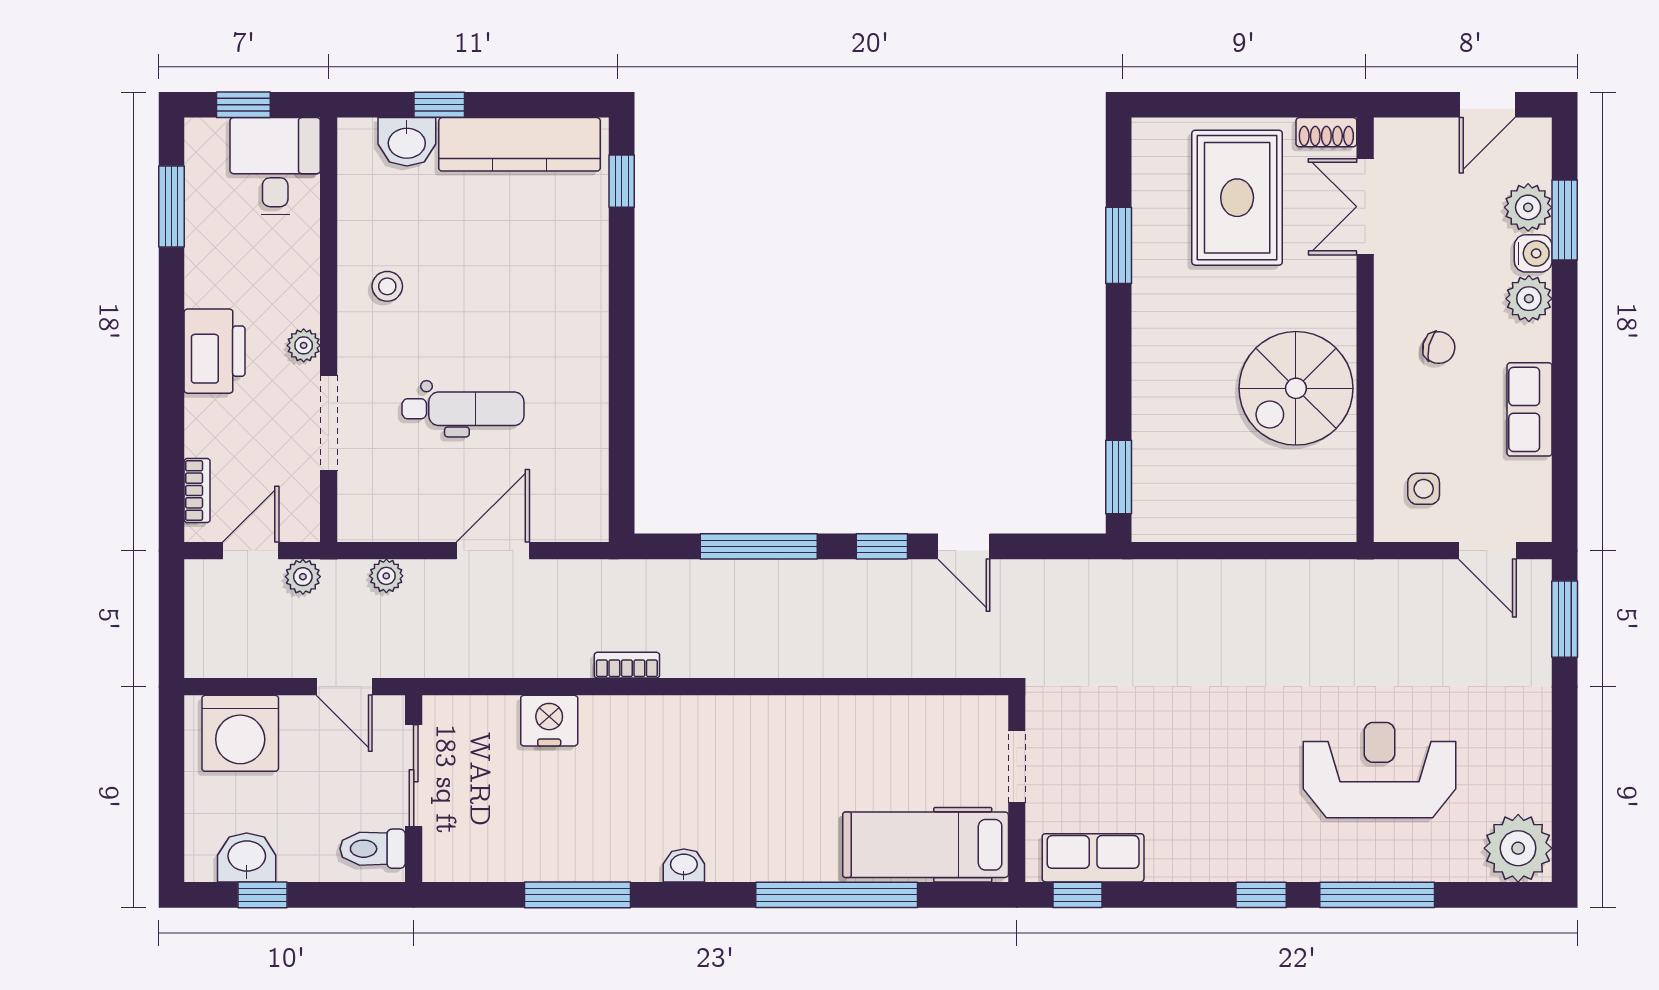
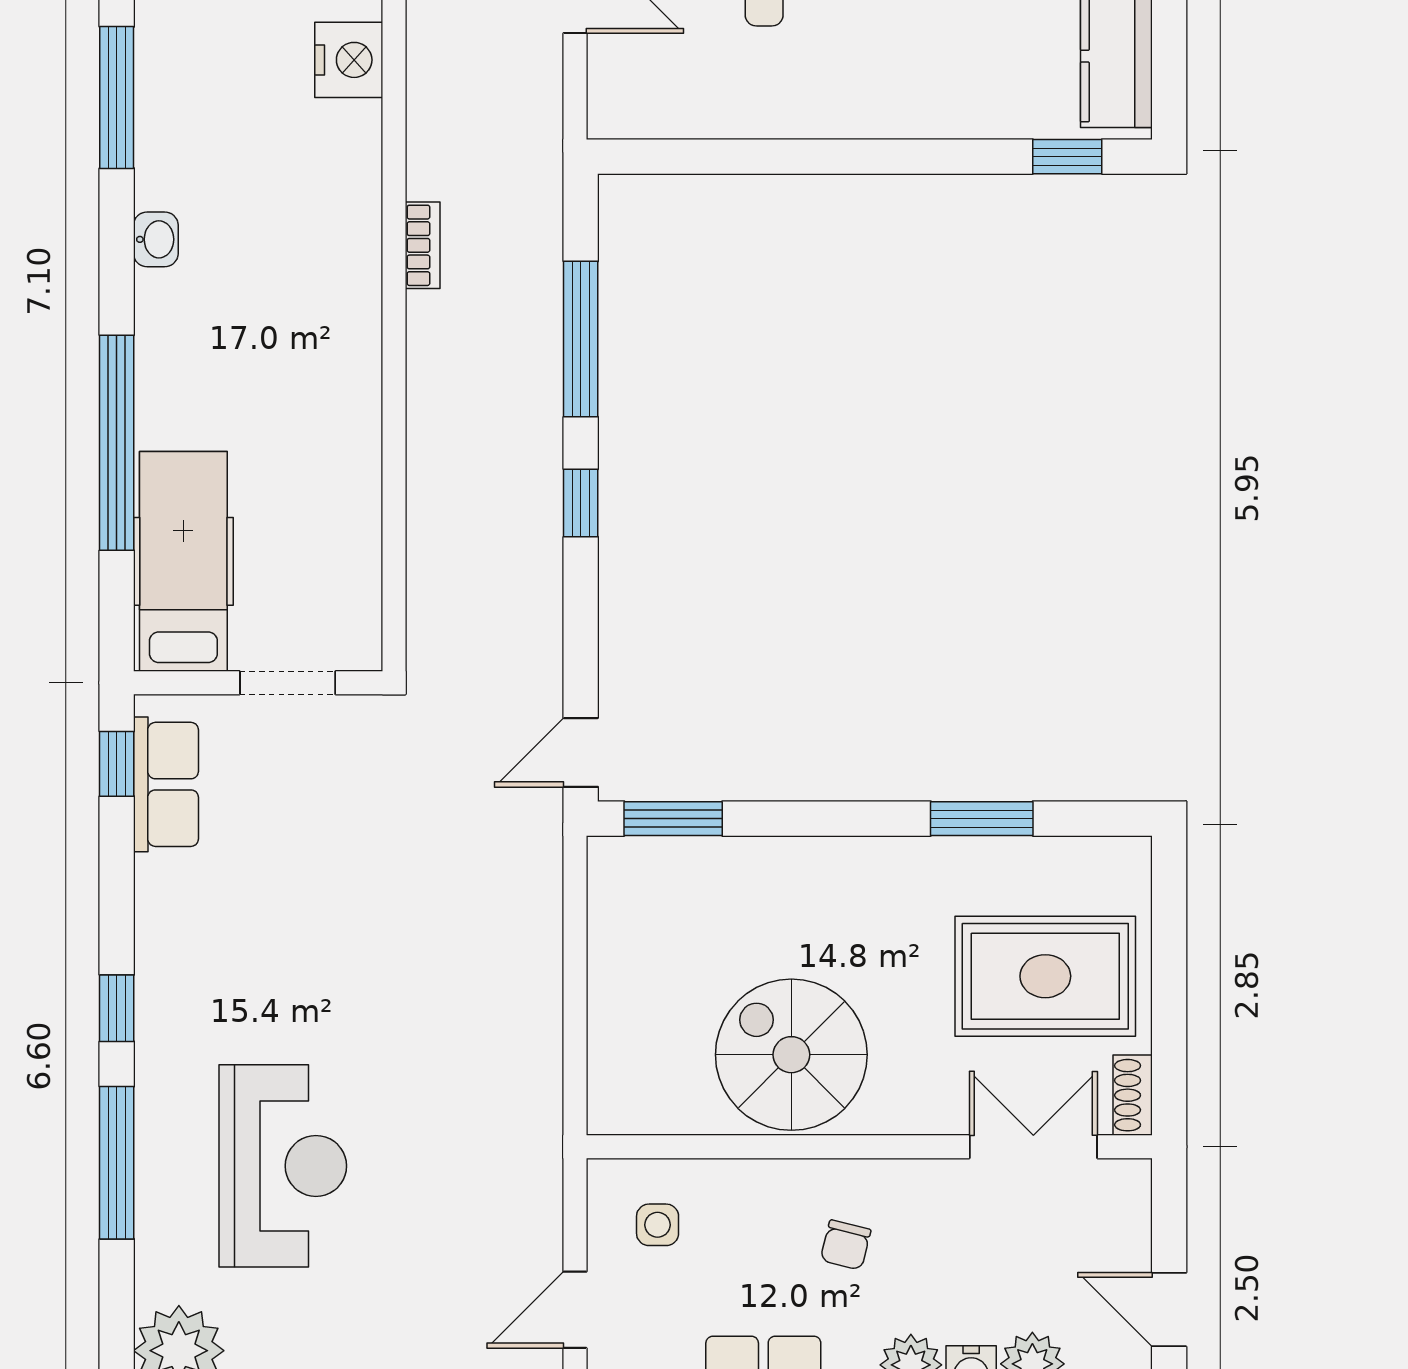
door: (964, 546) -> (581, 752), moved
bookcase: (627, 665) -> (423, 245), moved

